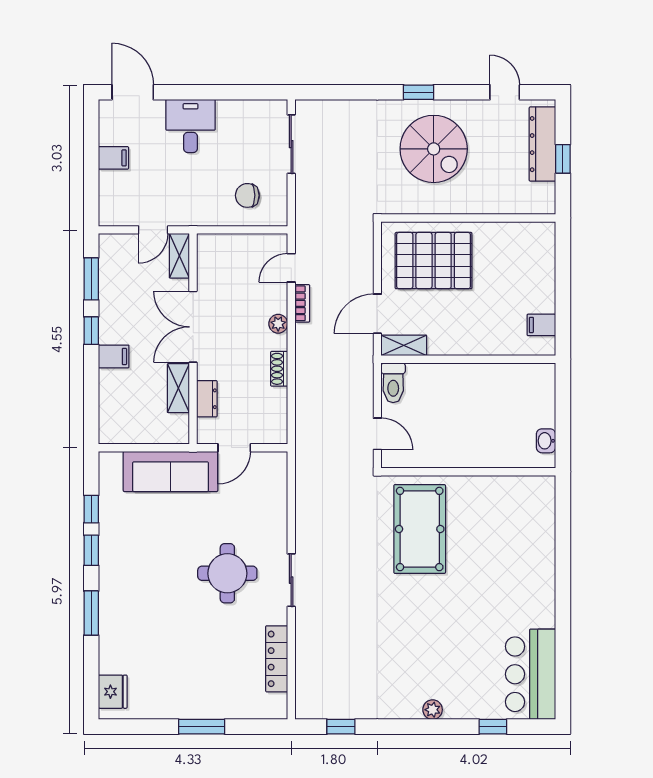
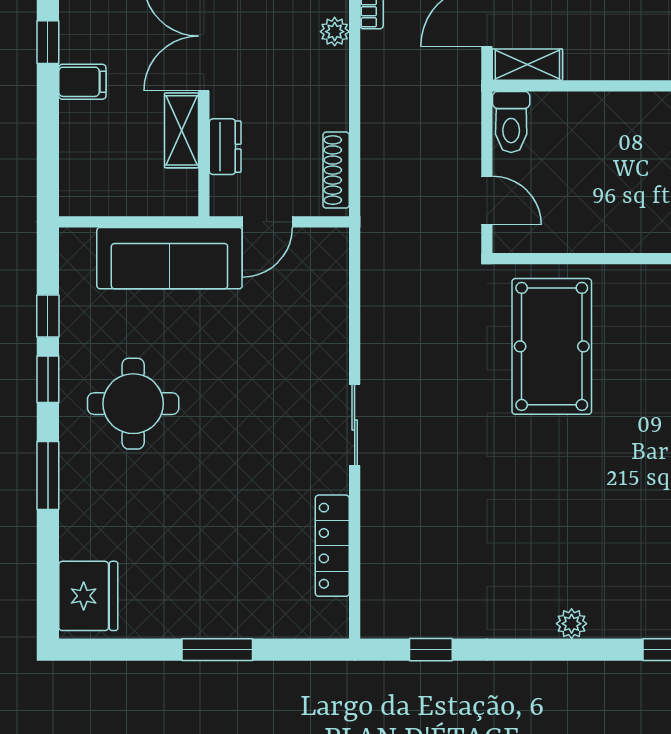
shoe rack: (279, 369) -> (336, 170), moved, width x1.43
round table: (227, 573) -> (133, 404), moved
fridge: (113, 692) -> (88, 596), width x1.36, depth x1.34

